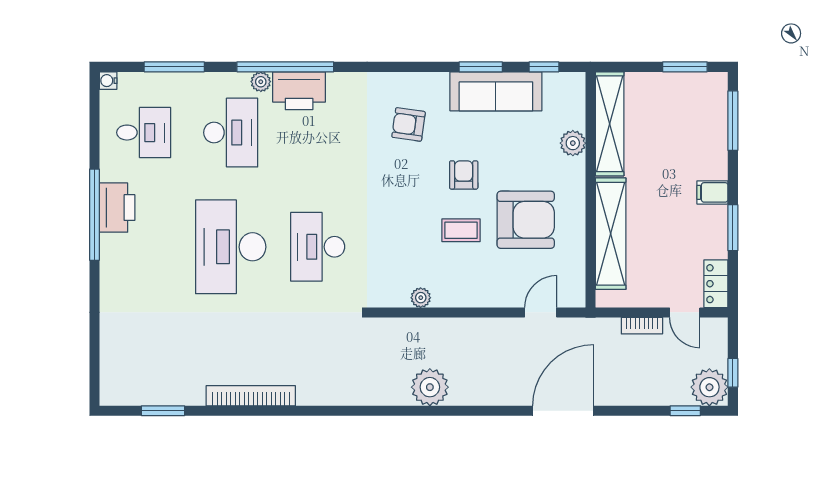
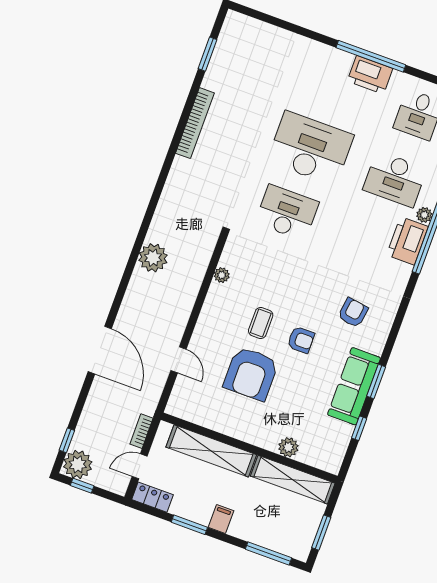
shelving: (610, 124) -> (293, 480), moved
plant: (573, 143) -> (288, 447), moved
wall: (590, 190) -> (249, 448), moved
shelving: (611, 234) -> (211, 451), moved

